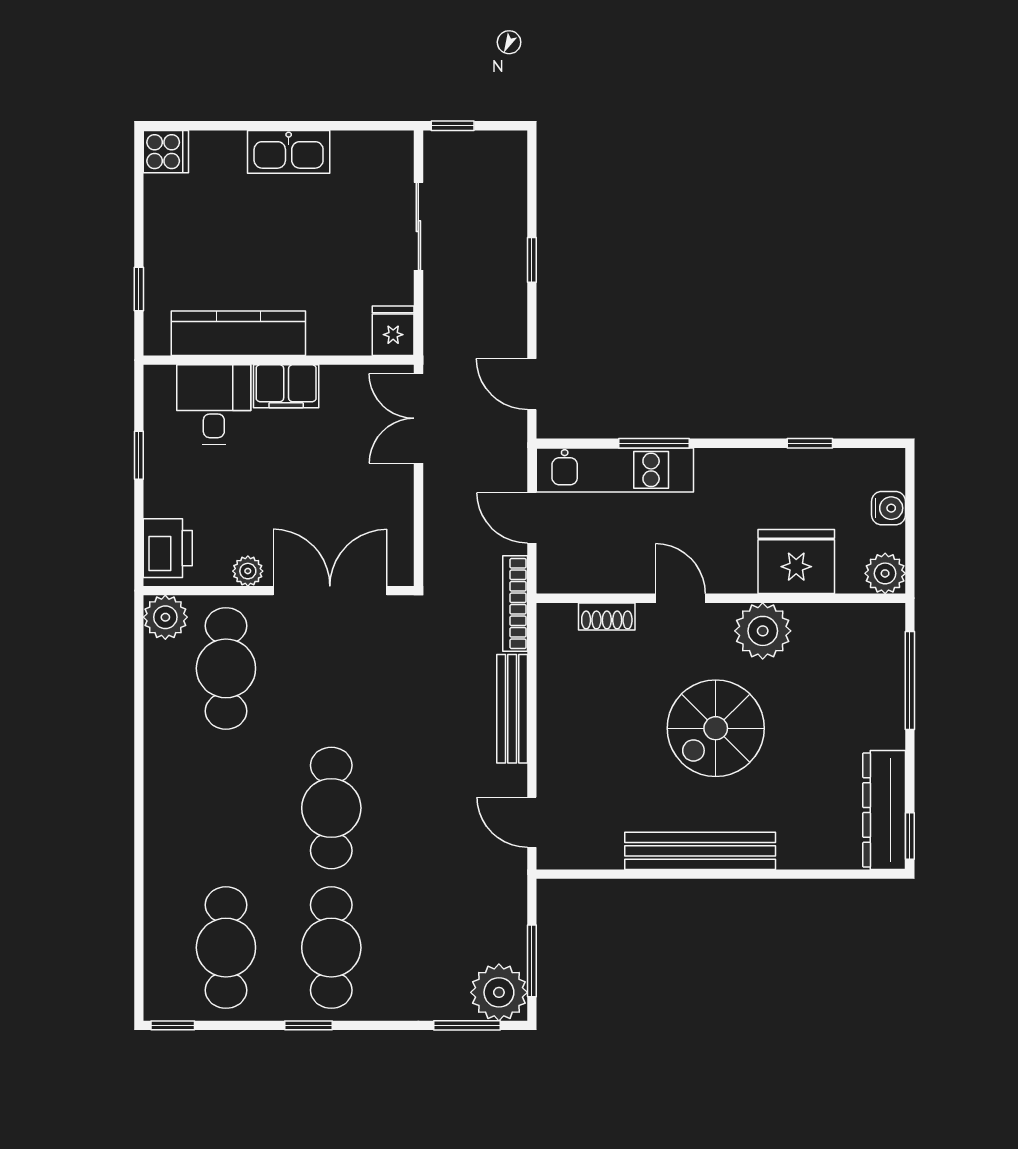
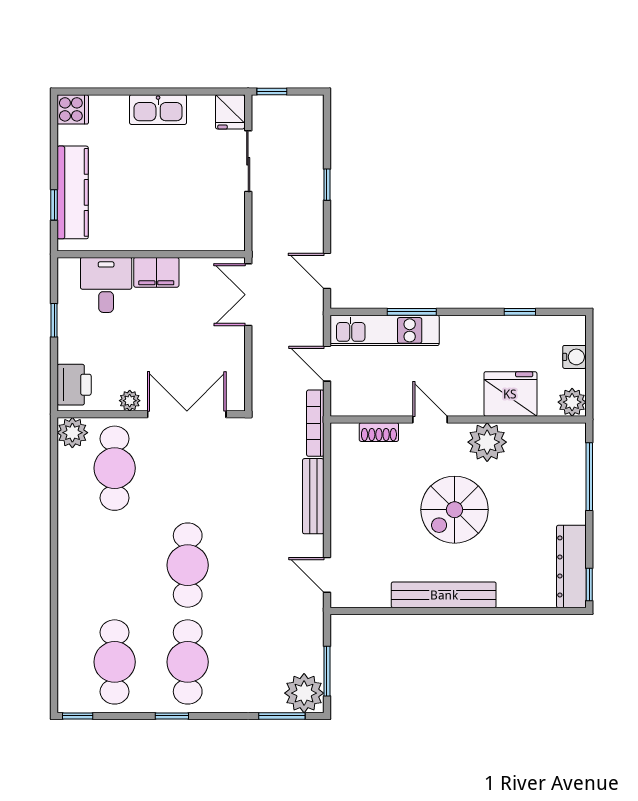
fridge: (393, 331) -> (230, 112), moved, turned 180
kitchen counter: (238, 333) -> (73, 192), moved, turned 90

